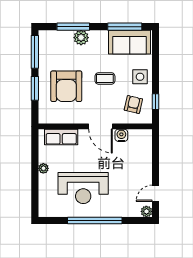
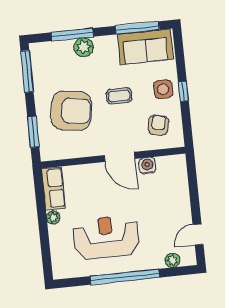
armchair: (66, 86) -> (71, 111), turned -82
window: (35, 88) -> (33, 132), moved
window: (156, 102) -> (183, 91), moved
row of seats: (61, 137) -> (54, 188), moved, turned -90
reception desk: (83, 188) -> (106, 237), turned 180
plant: (146, 211) -> (173, 260), moved

